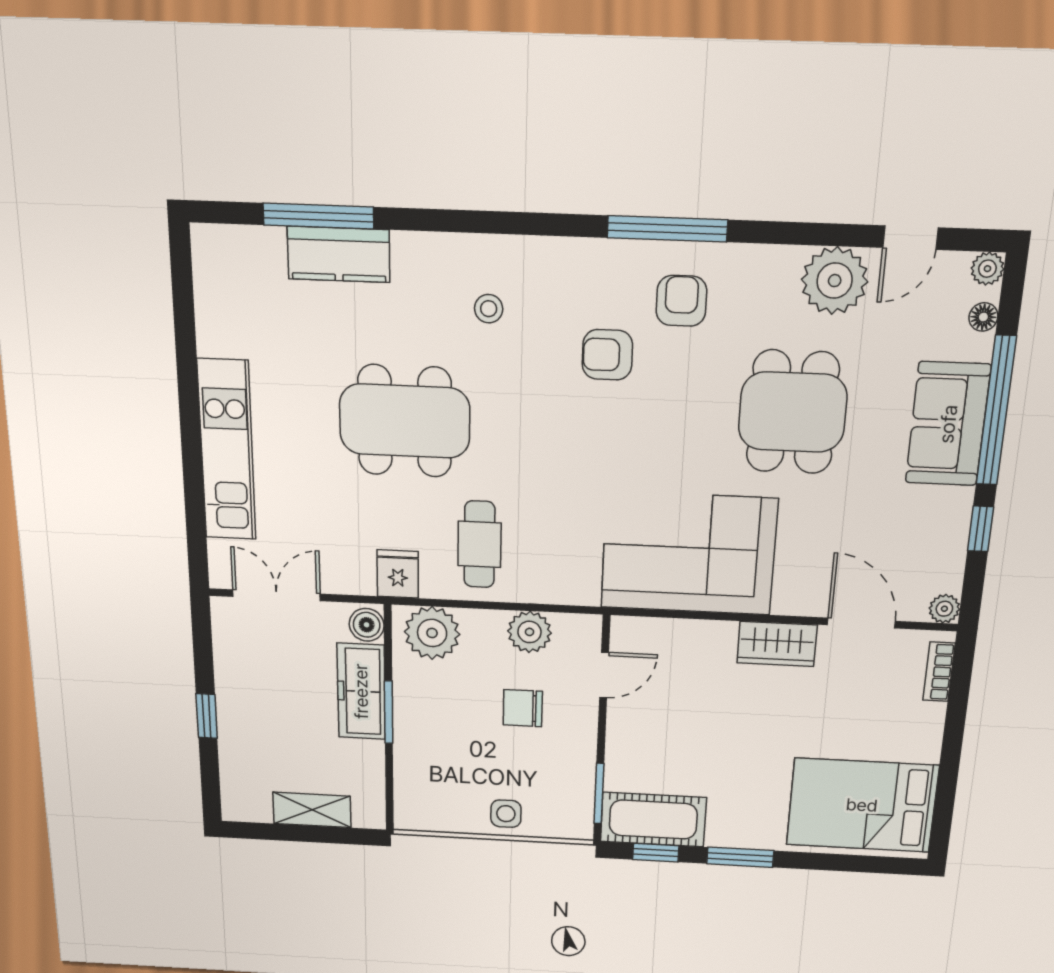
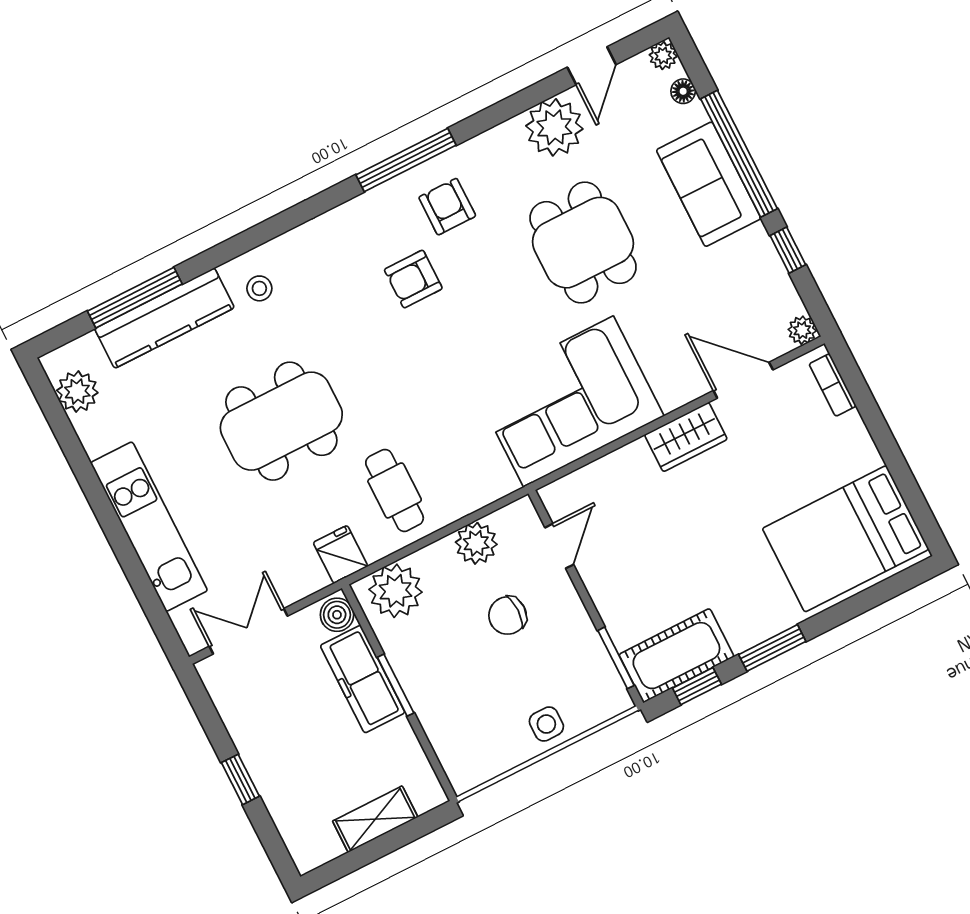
kitchen counter: (339, 254) -> (164, 318), width x1.50
plant: (215, 280) -> (77, 392), added
stool: (489, 309) -> (259, 288), moved

